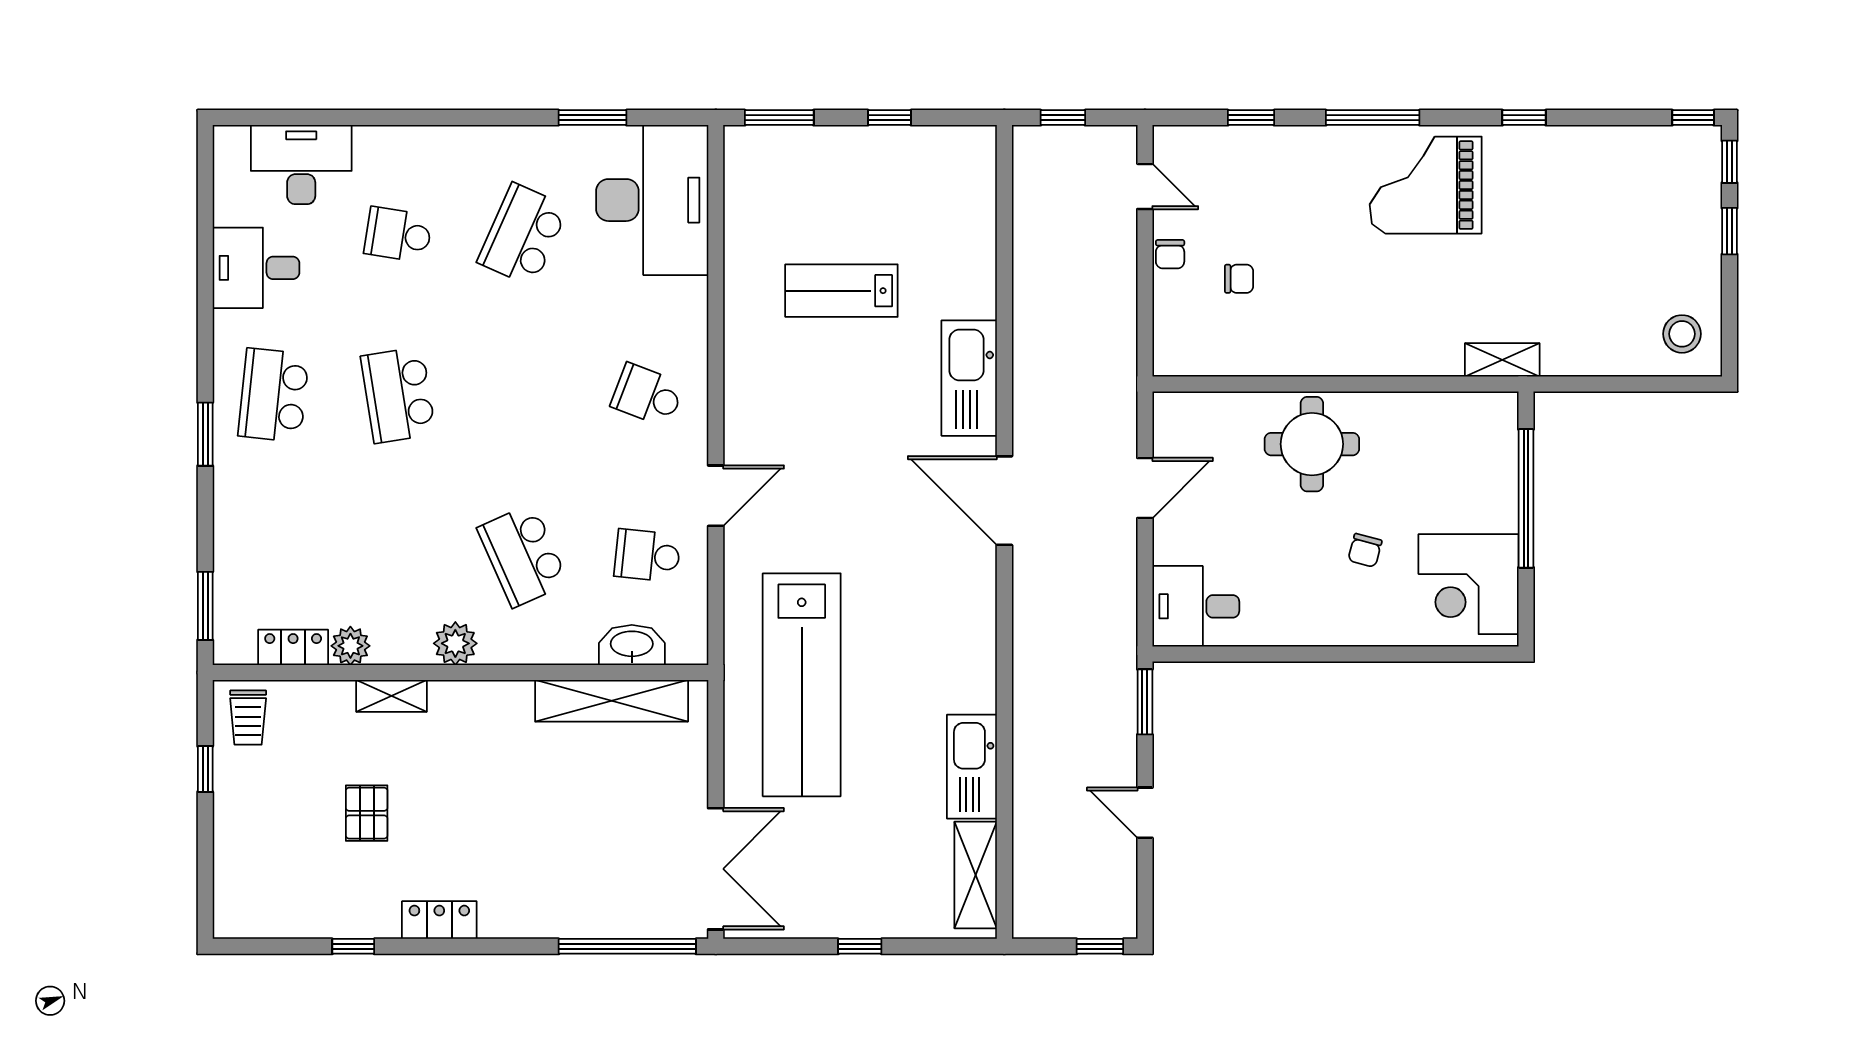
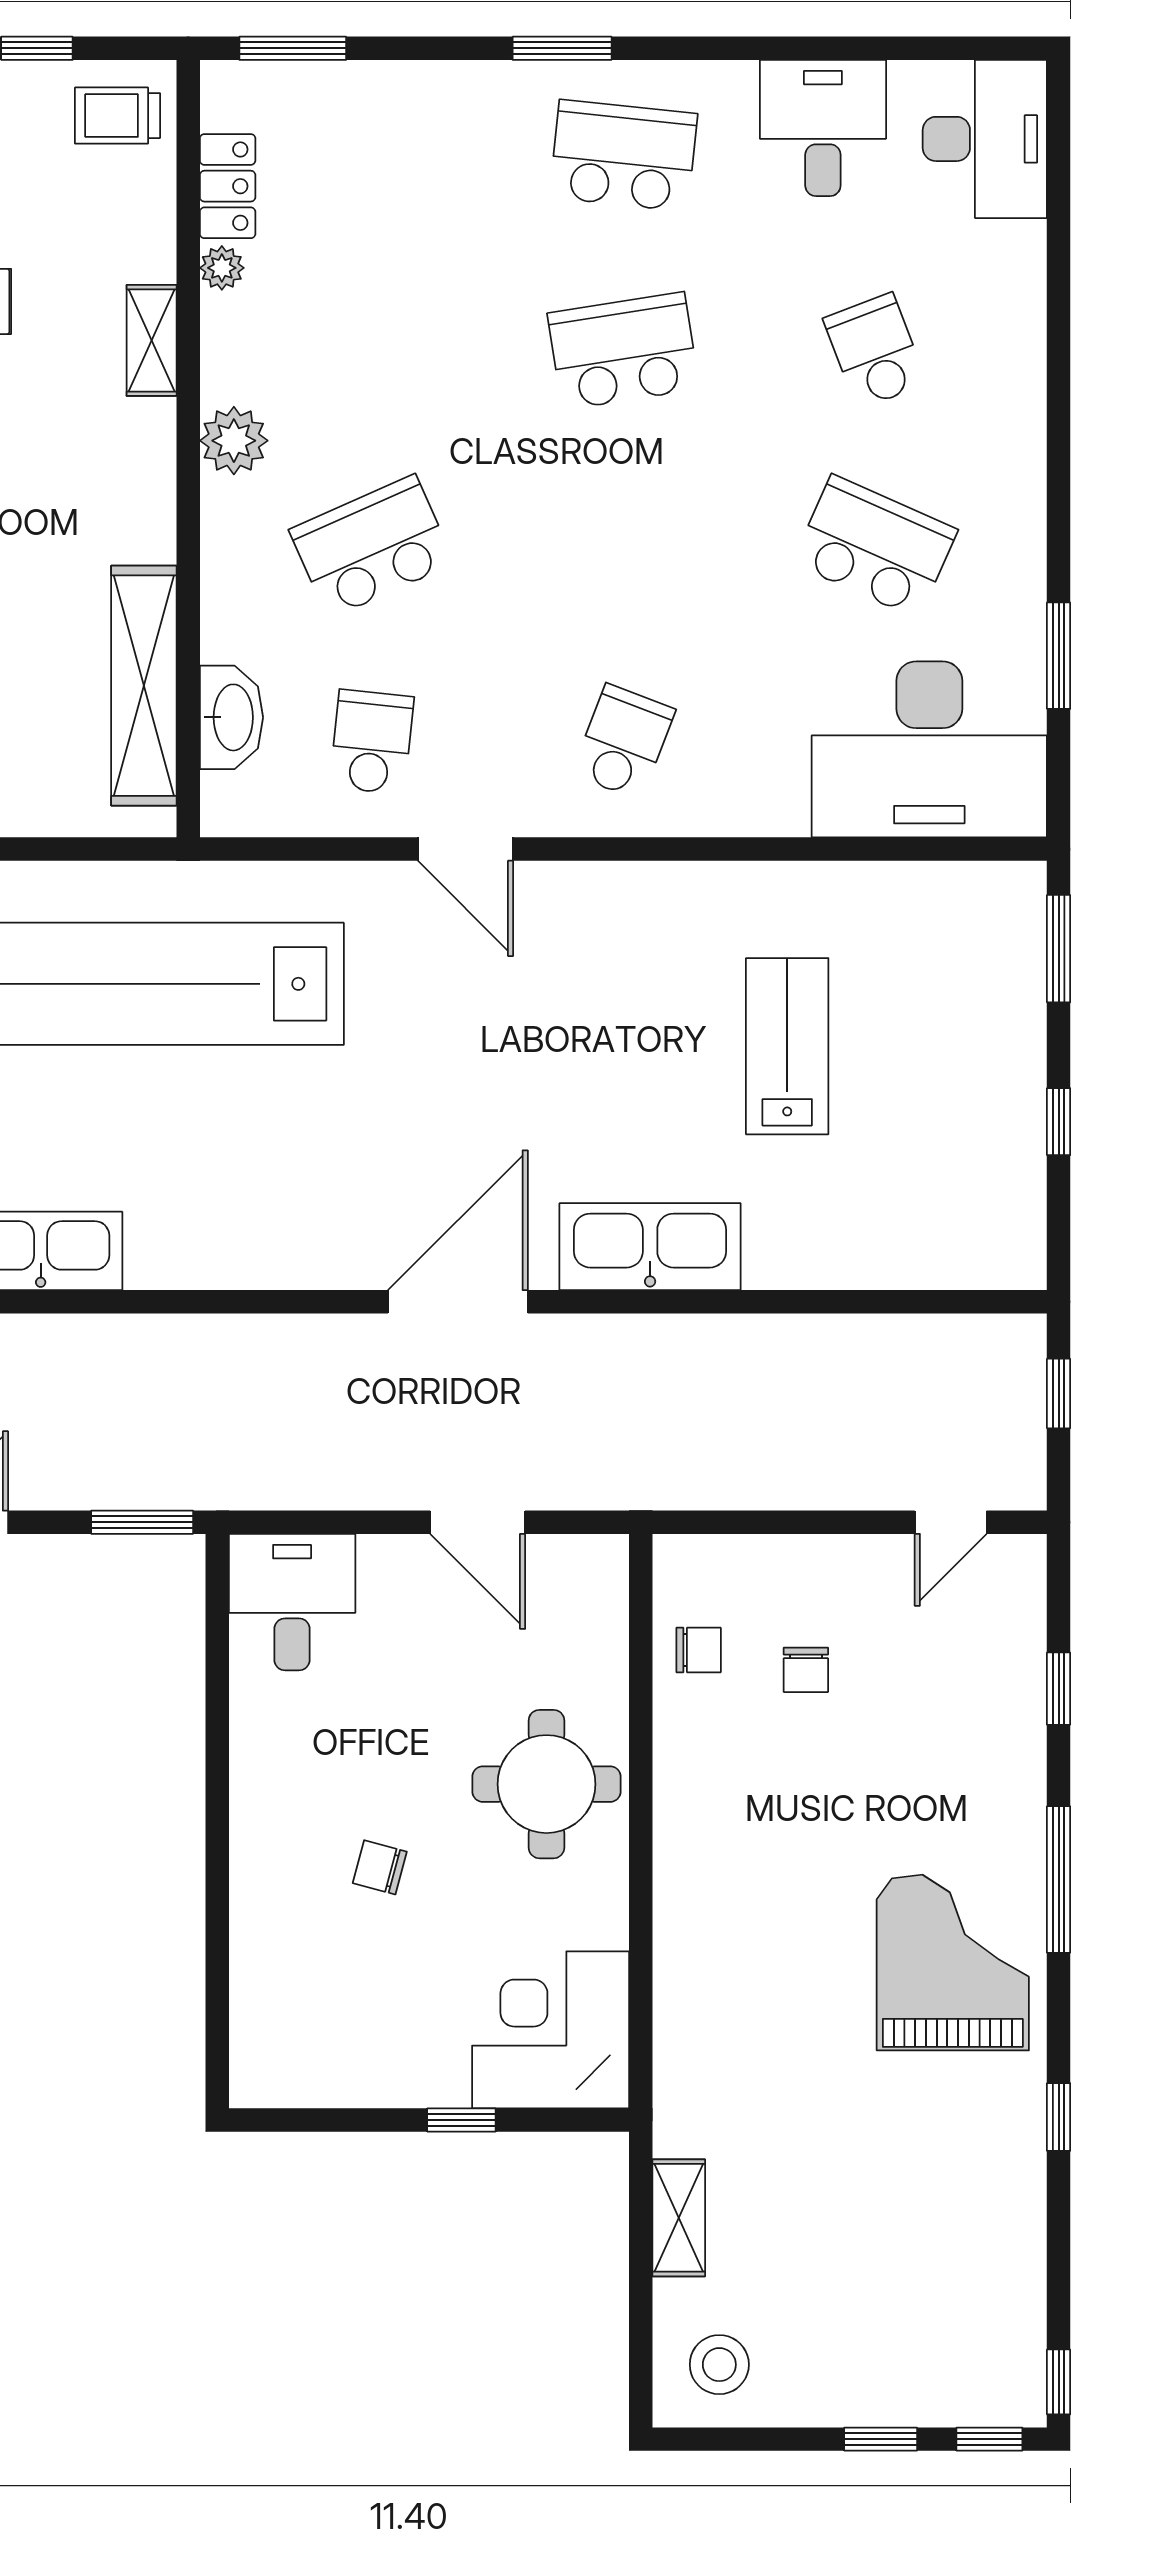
desk: (301, 165) -> (985, 139), moved
school desk: (398, 235) -> (875, 351), turned -30
chair: (1170, 254) -> (699, 1650), moved, turned 180
shelving: (1502, 360) -> (679, 2218), moved
window: (1526, 498) -> (461, 2120), width x0.32
corner desk: (1469, 584) -> (551, 2030), moved
plant: (350, 646) -> (222, 268), width x0.73, depth x0.73

